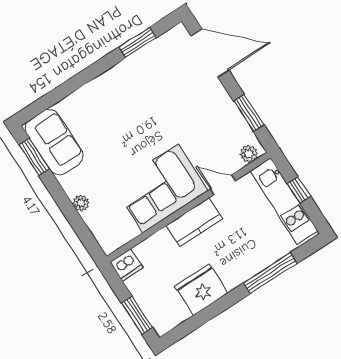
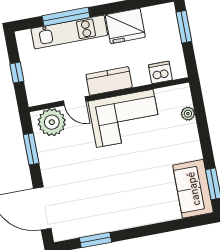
plant: (249, 154) -> (52, 122), width x1.88, depth x1.88
kitchen unit: (284, 201) -> (69, 32), moved, turned 90
plant: (81, 203) -> (188, 114), moved
dishwasher: (126, 265) -> (160, 72), moved

